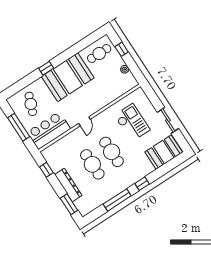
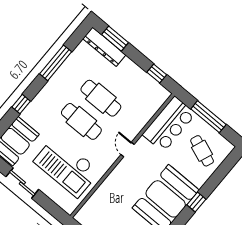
checkout: (132, 123) -> (67, 166), width x1.36, depth x1.21
window: (142, 184) -> (21, 104), moved
dresser: (68, 185) -> (104, 47), moved

